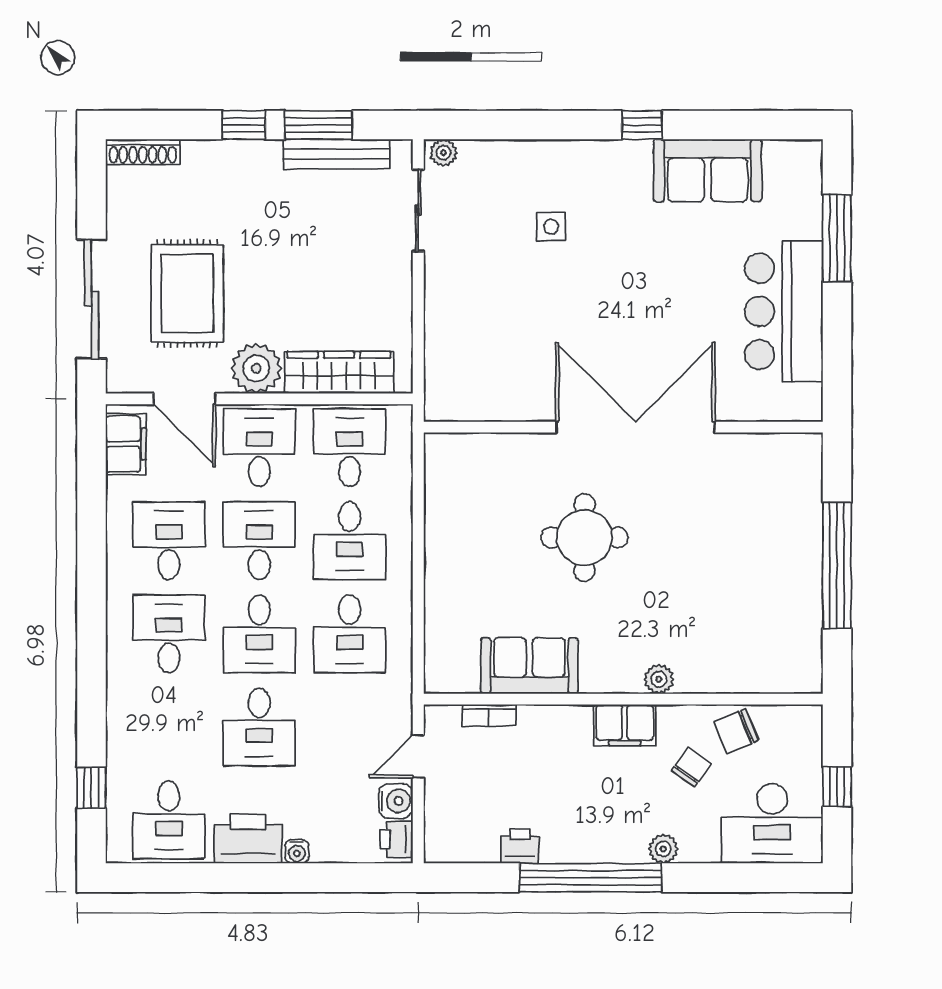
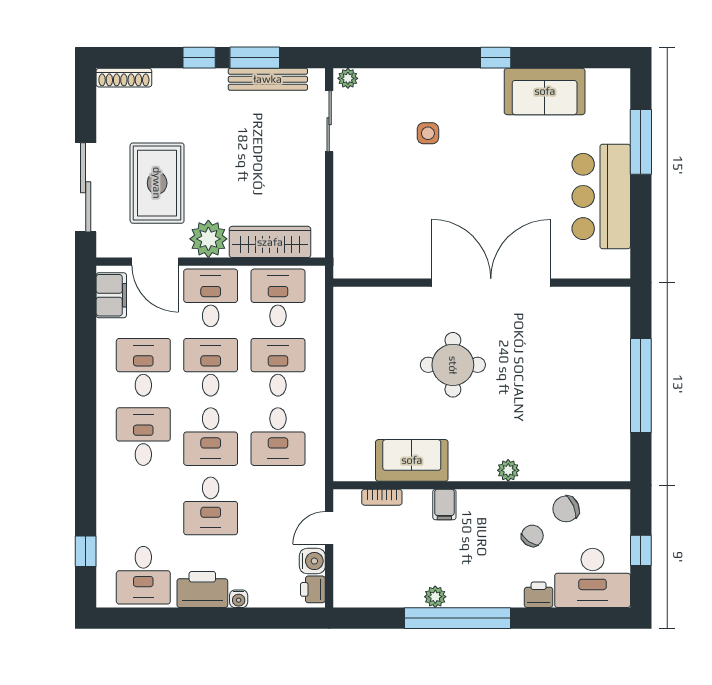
desk: (350, 541) -> (278, 367), turned 180
filing cabinet: (625, 725) -> (444, 505), moved, width x0.50
printer: (520, 846) -> (539, 595), moved
plant: (663, 849) -> (435, 597), moved

